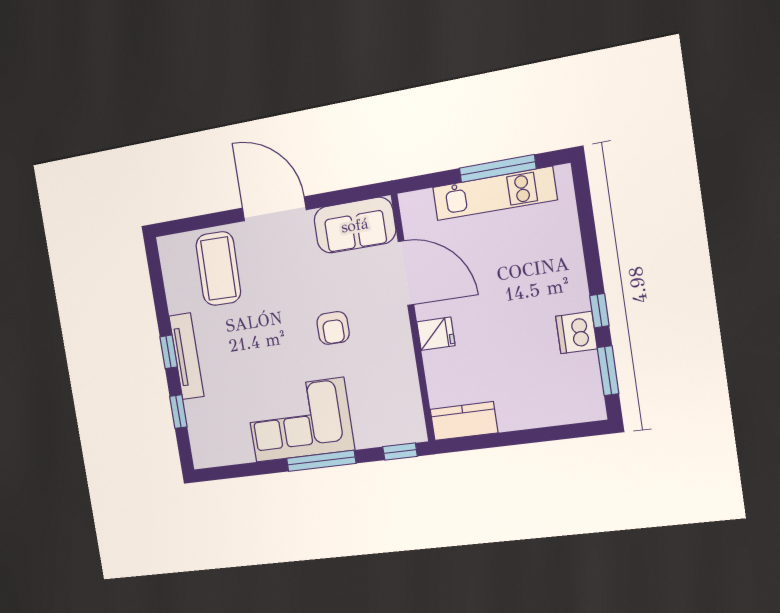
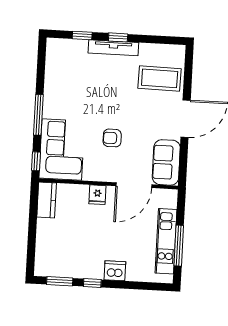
dishwasher: (576, 332) -> (115, 271), moved
corner sofa: (300, 420) -> (62, 150), moved

